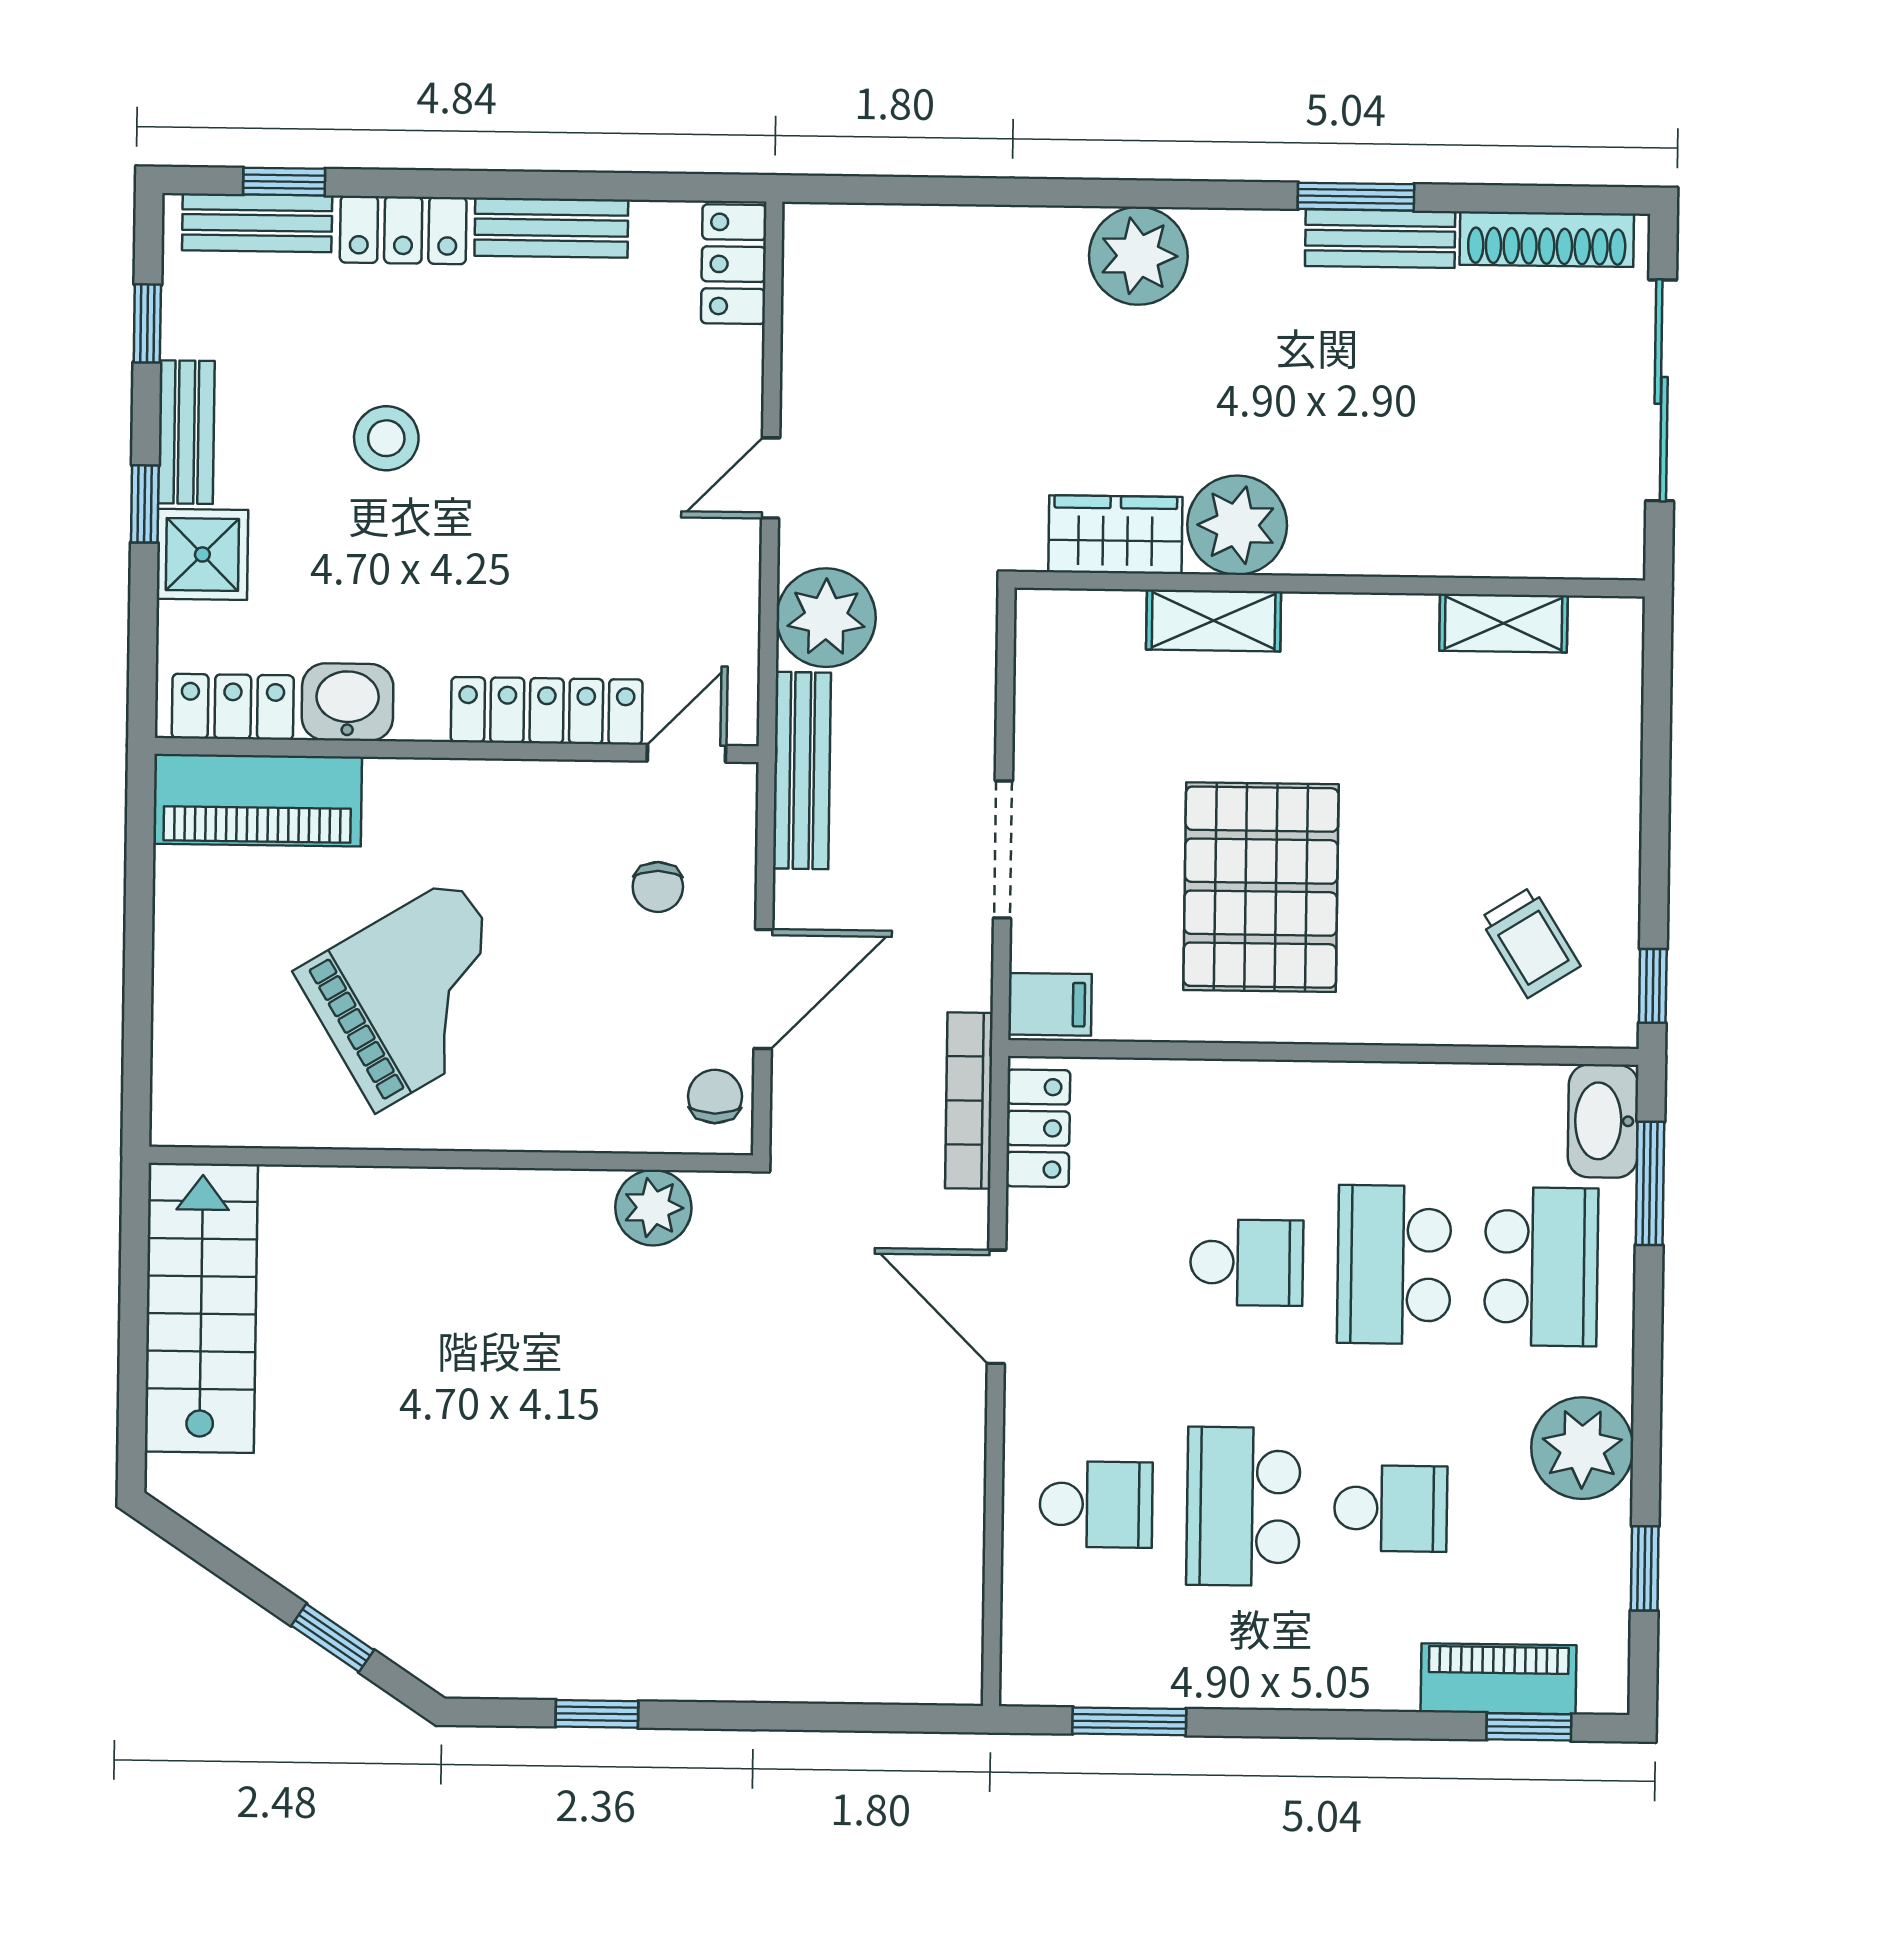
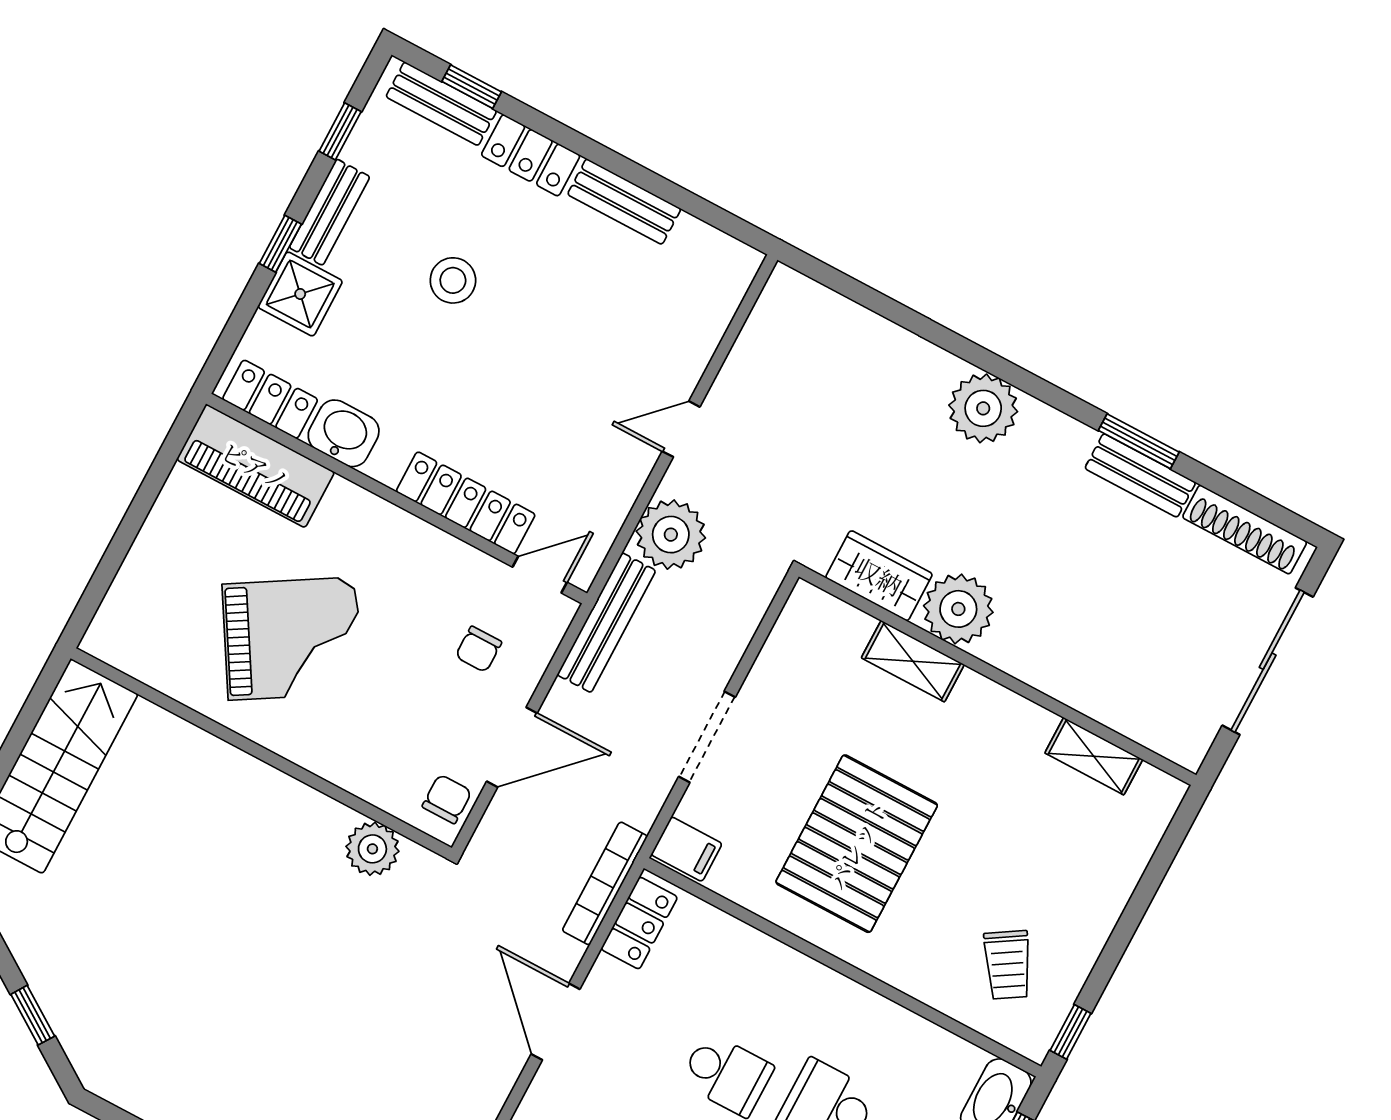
locker: (734, 264) -> (727, 283), removed

